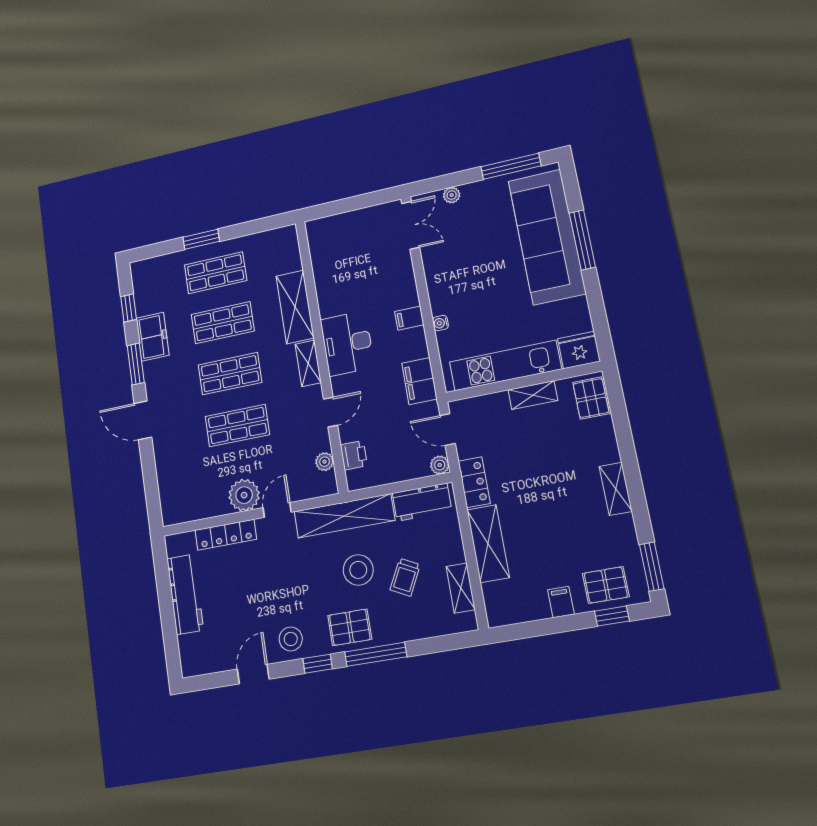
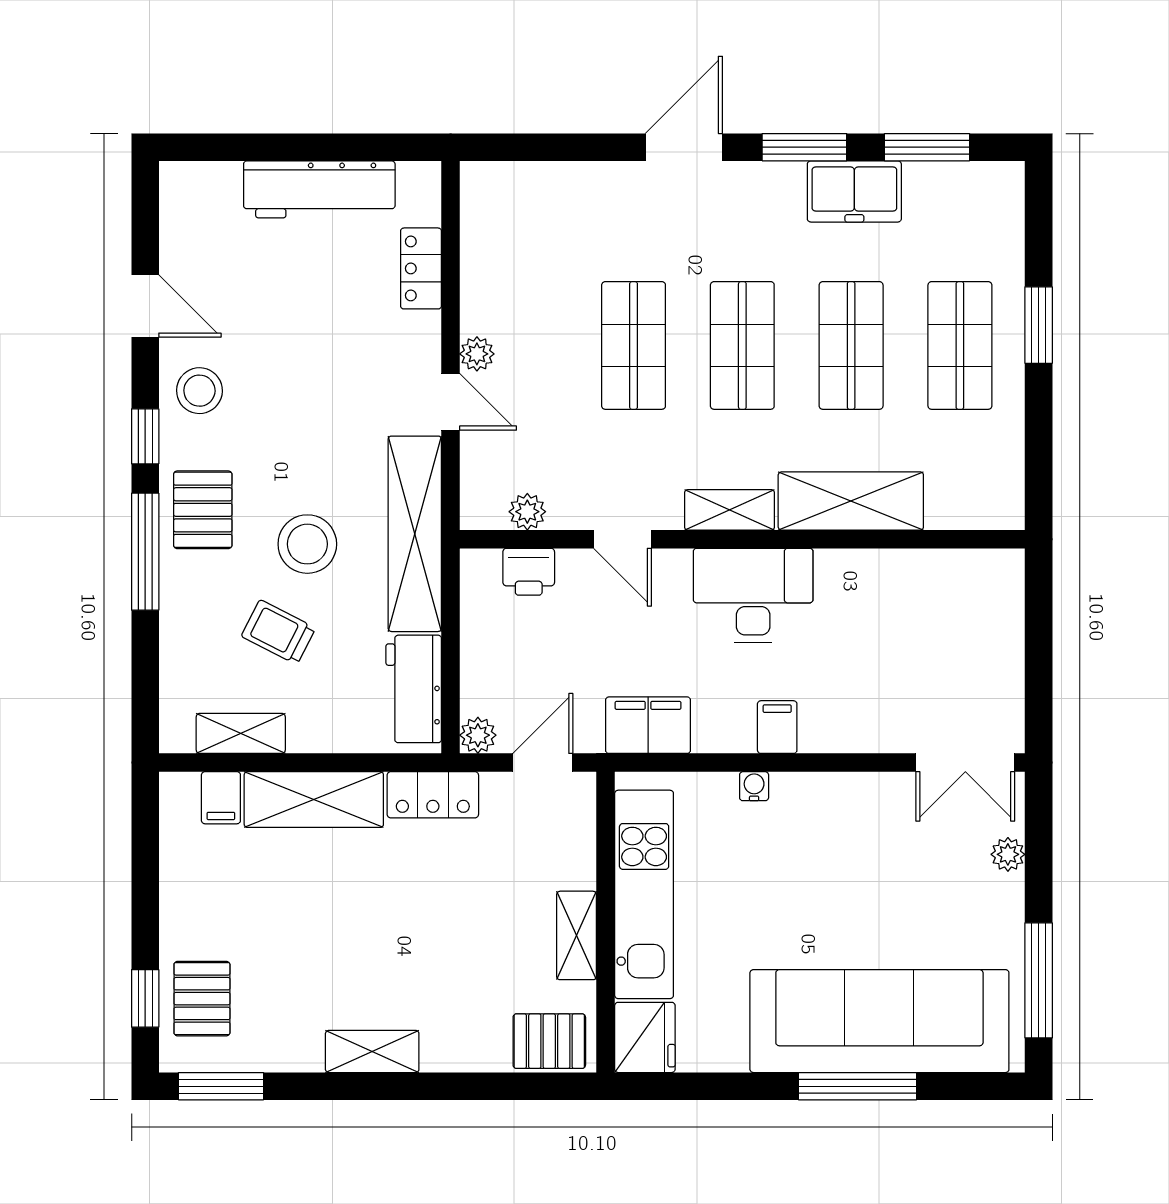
window: (129, 308) -> (927, 147), width x1.50
plant: (244, 495) -> (477, 354), width x0.53, depth x0.53
locker: (226, 535) -> (421, 268), width x0.66
filing cabinet: (561, 602) -> (221, 798), moved, turned 90

